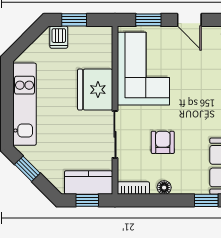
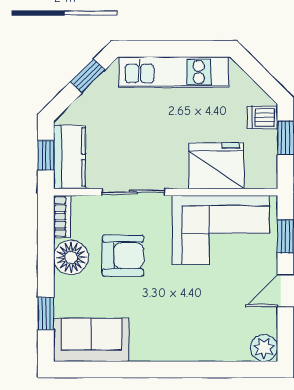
fridge: (95, 90) -> (216, 166), moved
armchair: (163, 142) -> (123, 256), width x1.38, depth x1.38
floor lamp: (164, 188) -> (71, 257), width x1.89, depth x1.89

